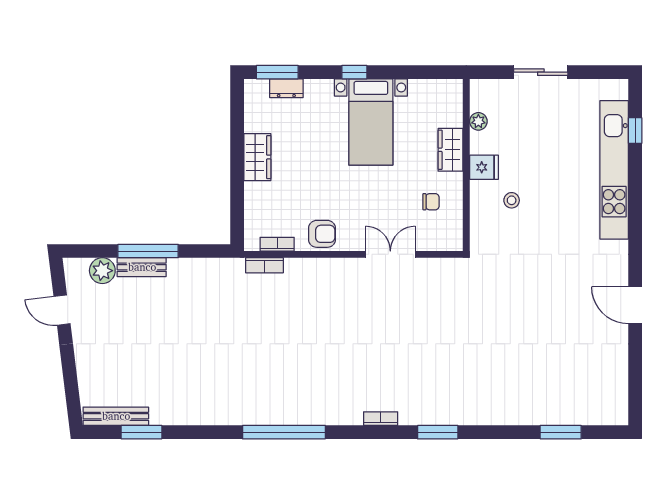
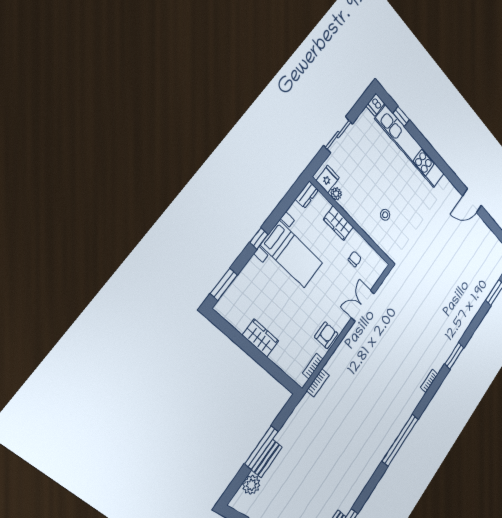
dresser: (286, 88) -> (307, 194), moved
dishwasher: (616, 89) -> (376, 105), added
fridge: (484, 167) -> (328, 179), moved

